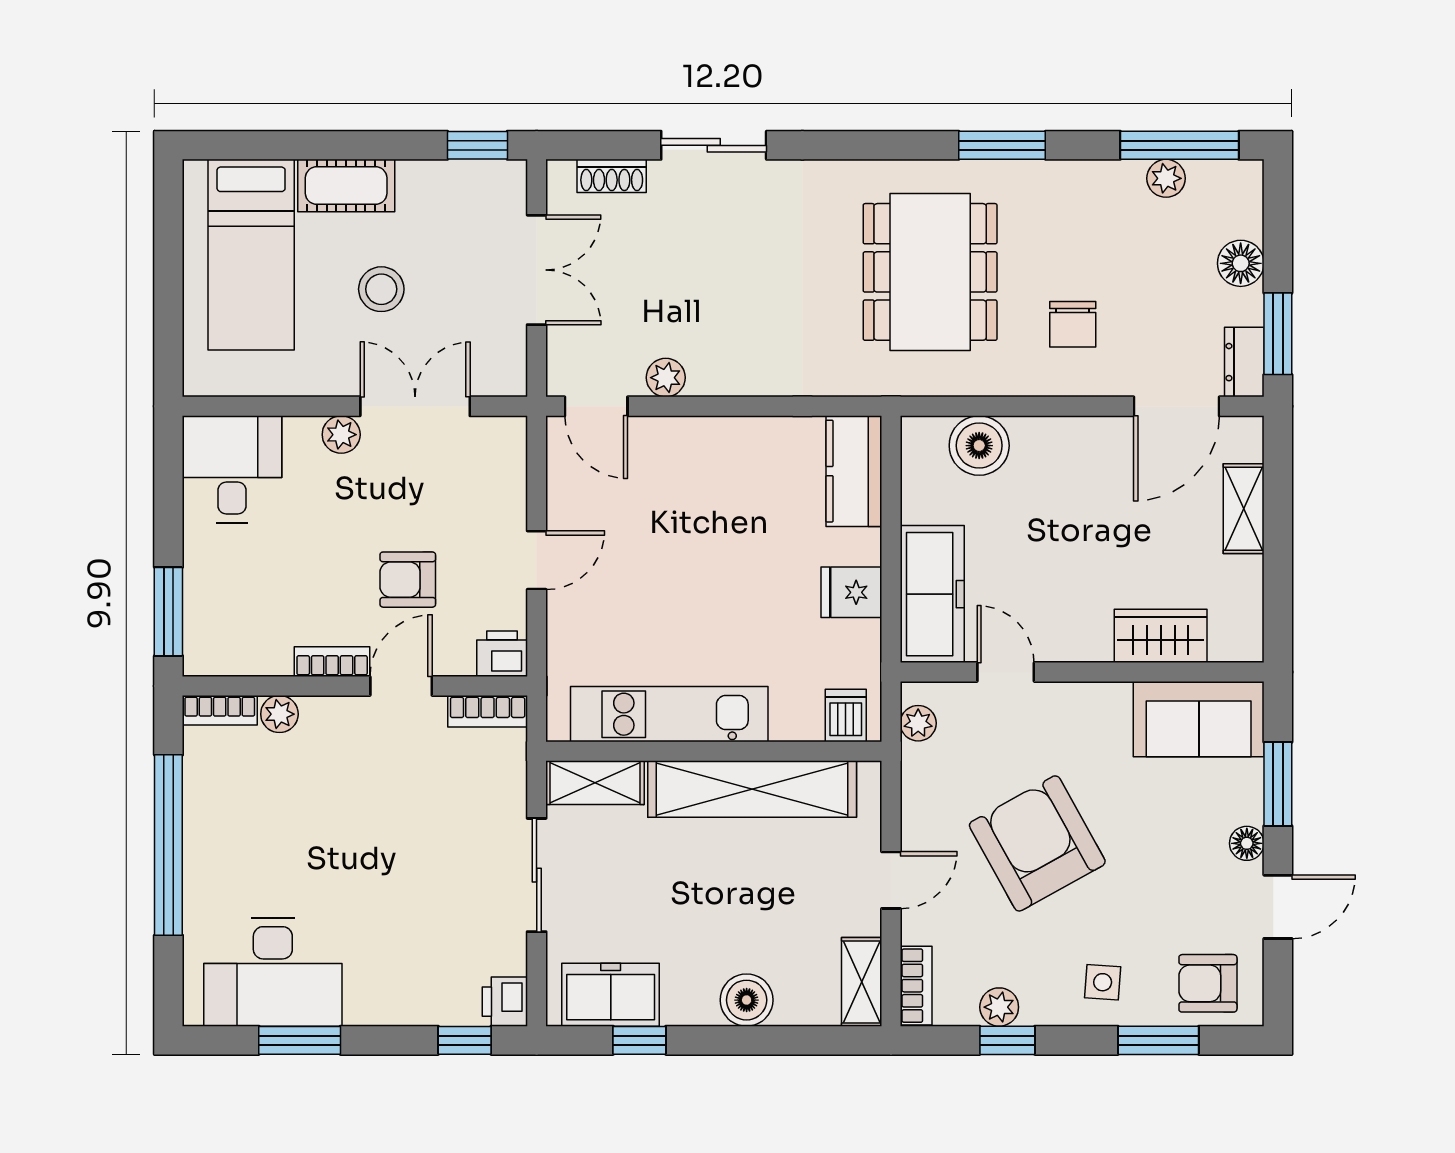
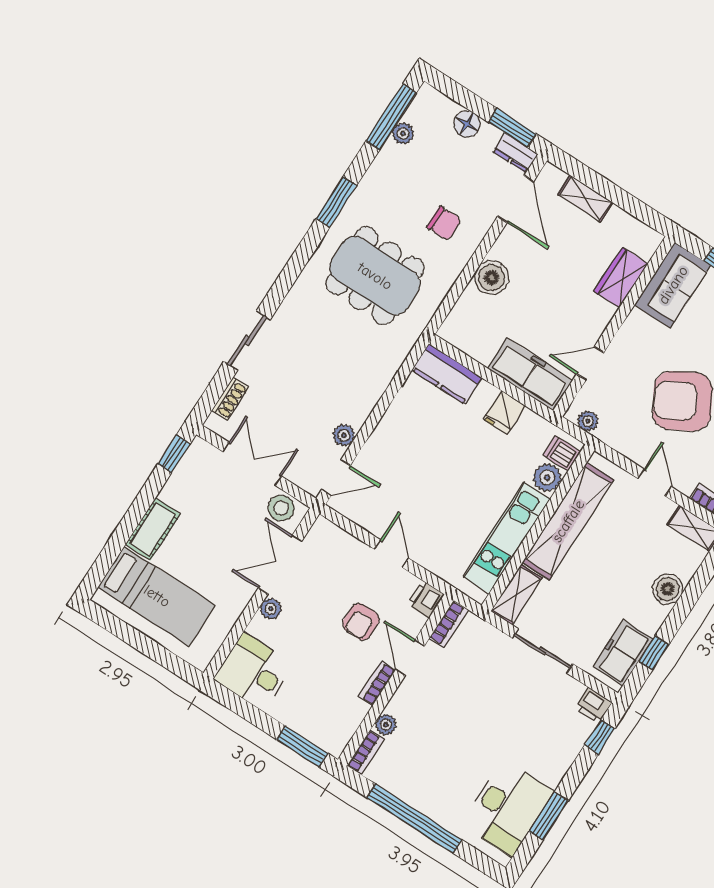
stool: (381, 289) -> (281, 508), moved
boiler: (979, 446) -> (492, 278), moved
plant: (797, 717) -> (547, 478), added

